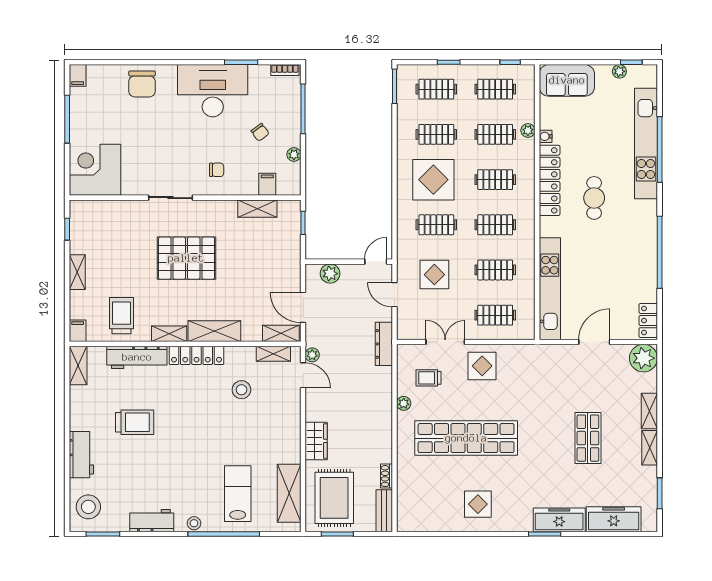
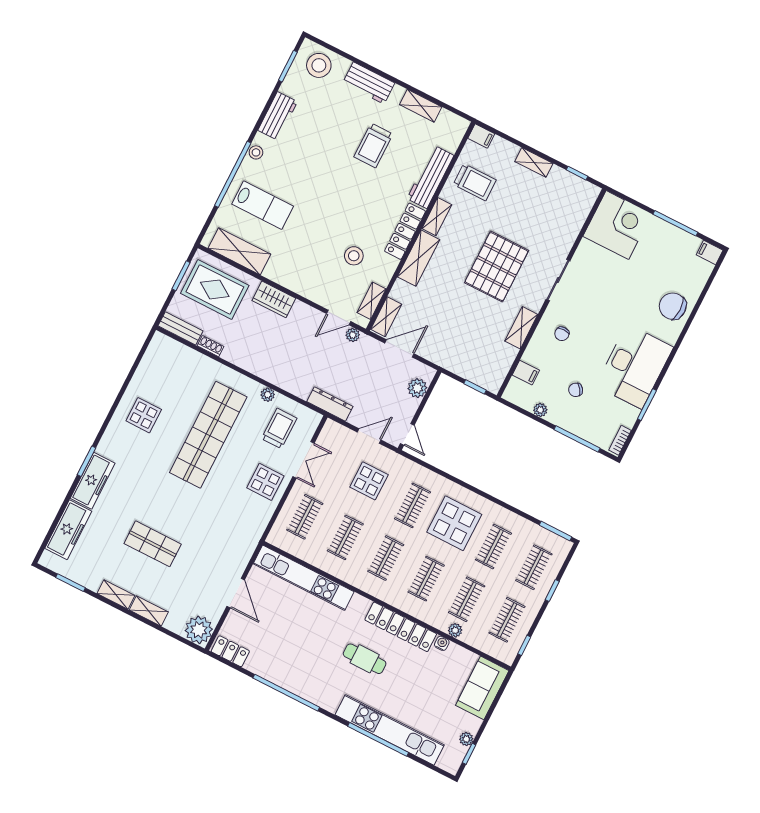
shelving: (257, 209) -> (521, 328), moved
shelving: (78, 365) -> (421, 106), moved
trolley: (428, 378) -> (279, 428), width x1.36, depth x1.39

